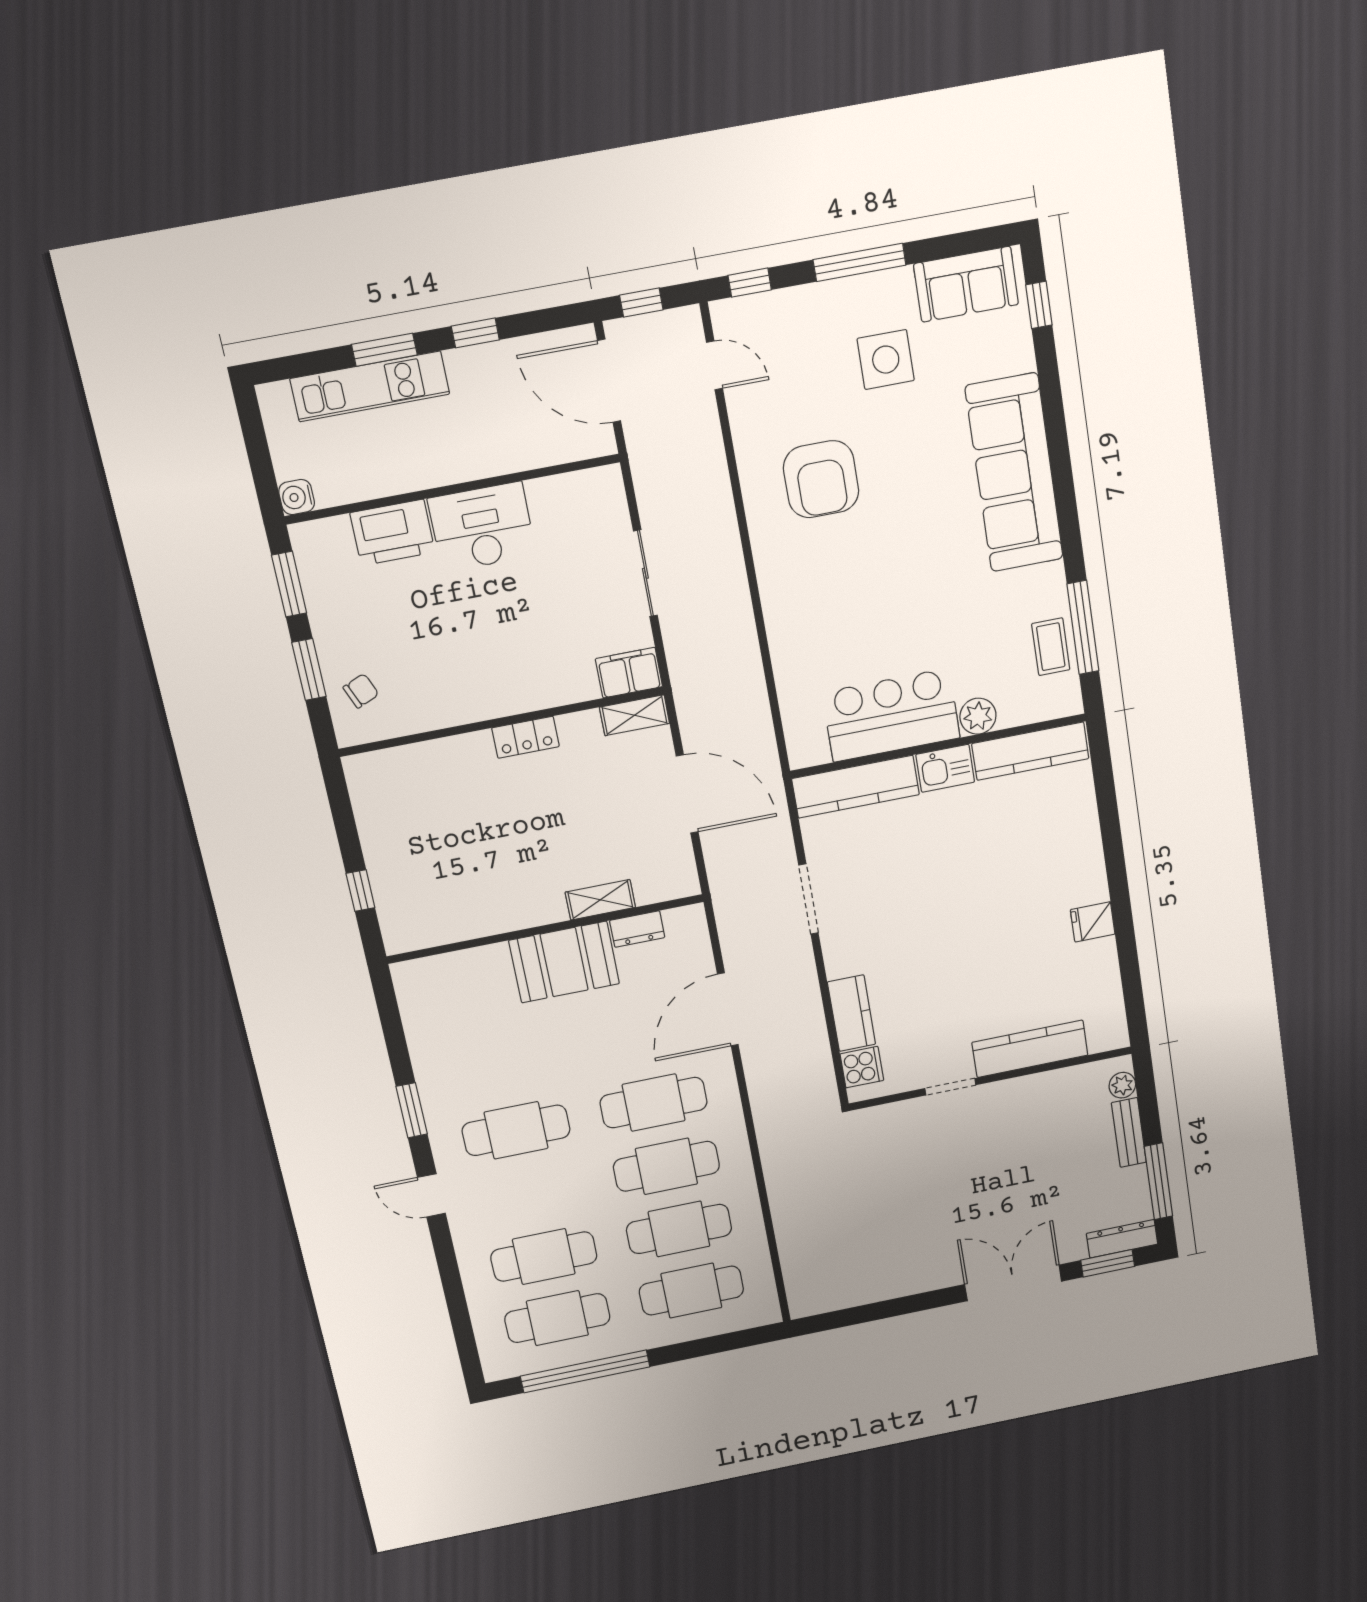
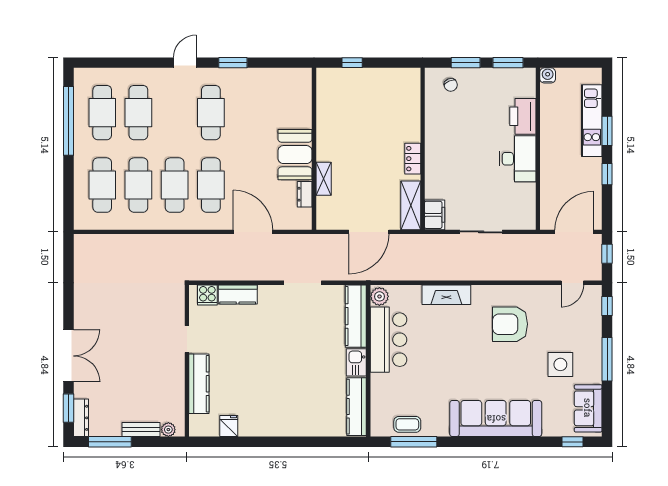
fireplace: (784, 619) -> (446, 295), added
shelving: (635, 715) -> (411, 205), width x1.50, depth x1.33
plant: (978, 716) -> (379, 296), moved
fridge: (1093, 922) -> (229, 426), moved

